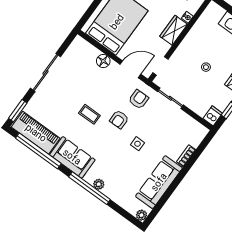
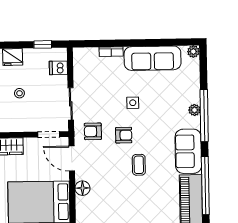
dishwasher: (213, 116) -> (58, 68), moved

